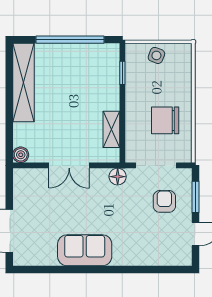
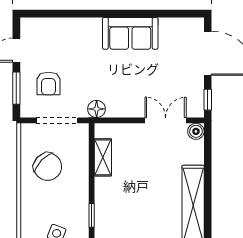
chair: (165, 120) -> (48, 167), turned 44
double door: (69, 165) -> (166, 120), moved
window: (9, 186) -> (208, 100), added

